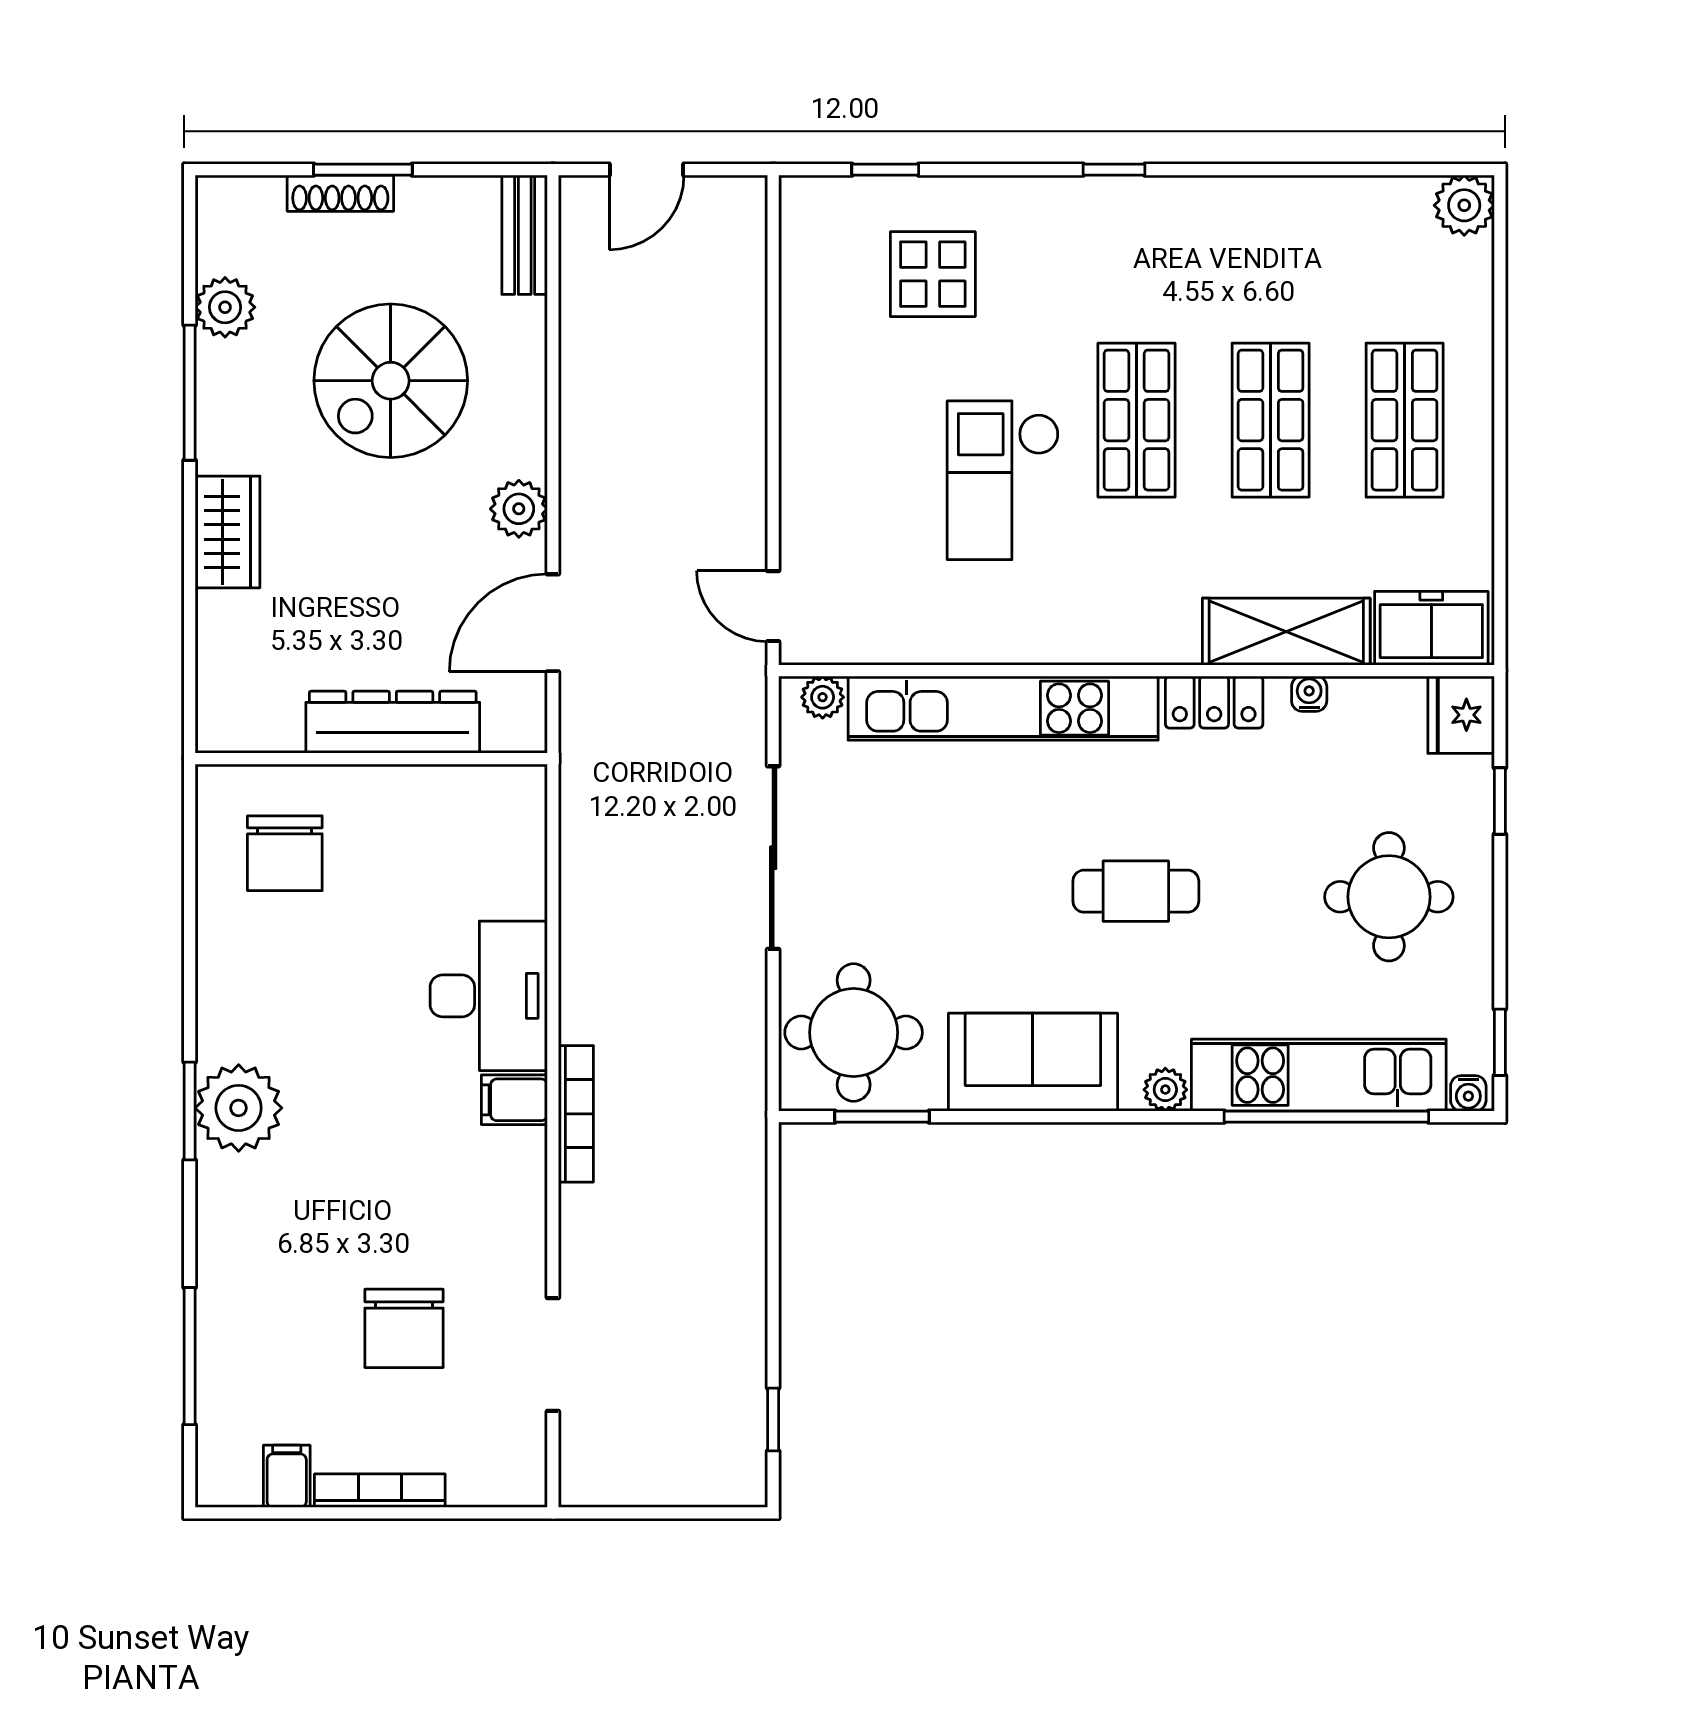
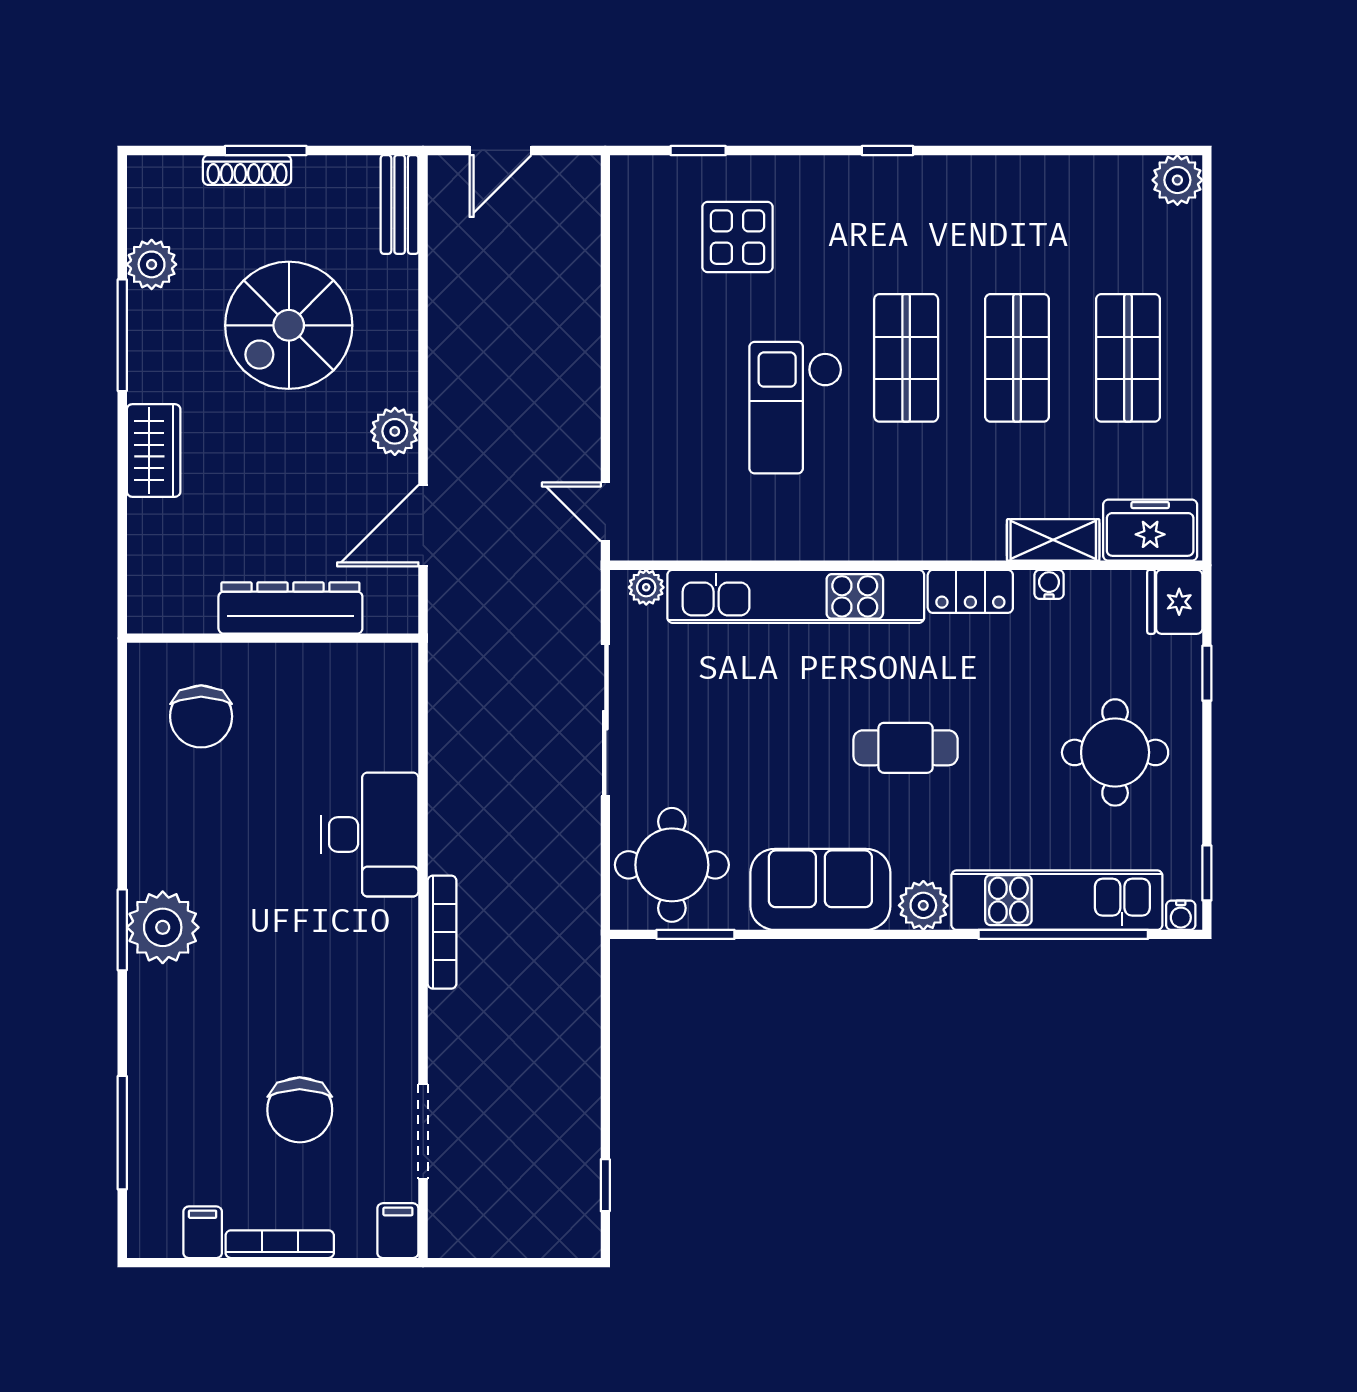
shelving: (1286, 632) -> (1053, 540), width x0.67, depth x0.75
plant: (1165, 1090) -> (923, 905), width x1.38, depth x1.38
filing cabinet: (514, 1100) -> (398, 1231), moved, turned 90

